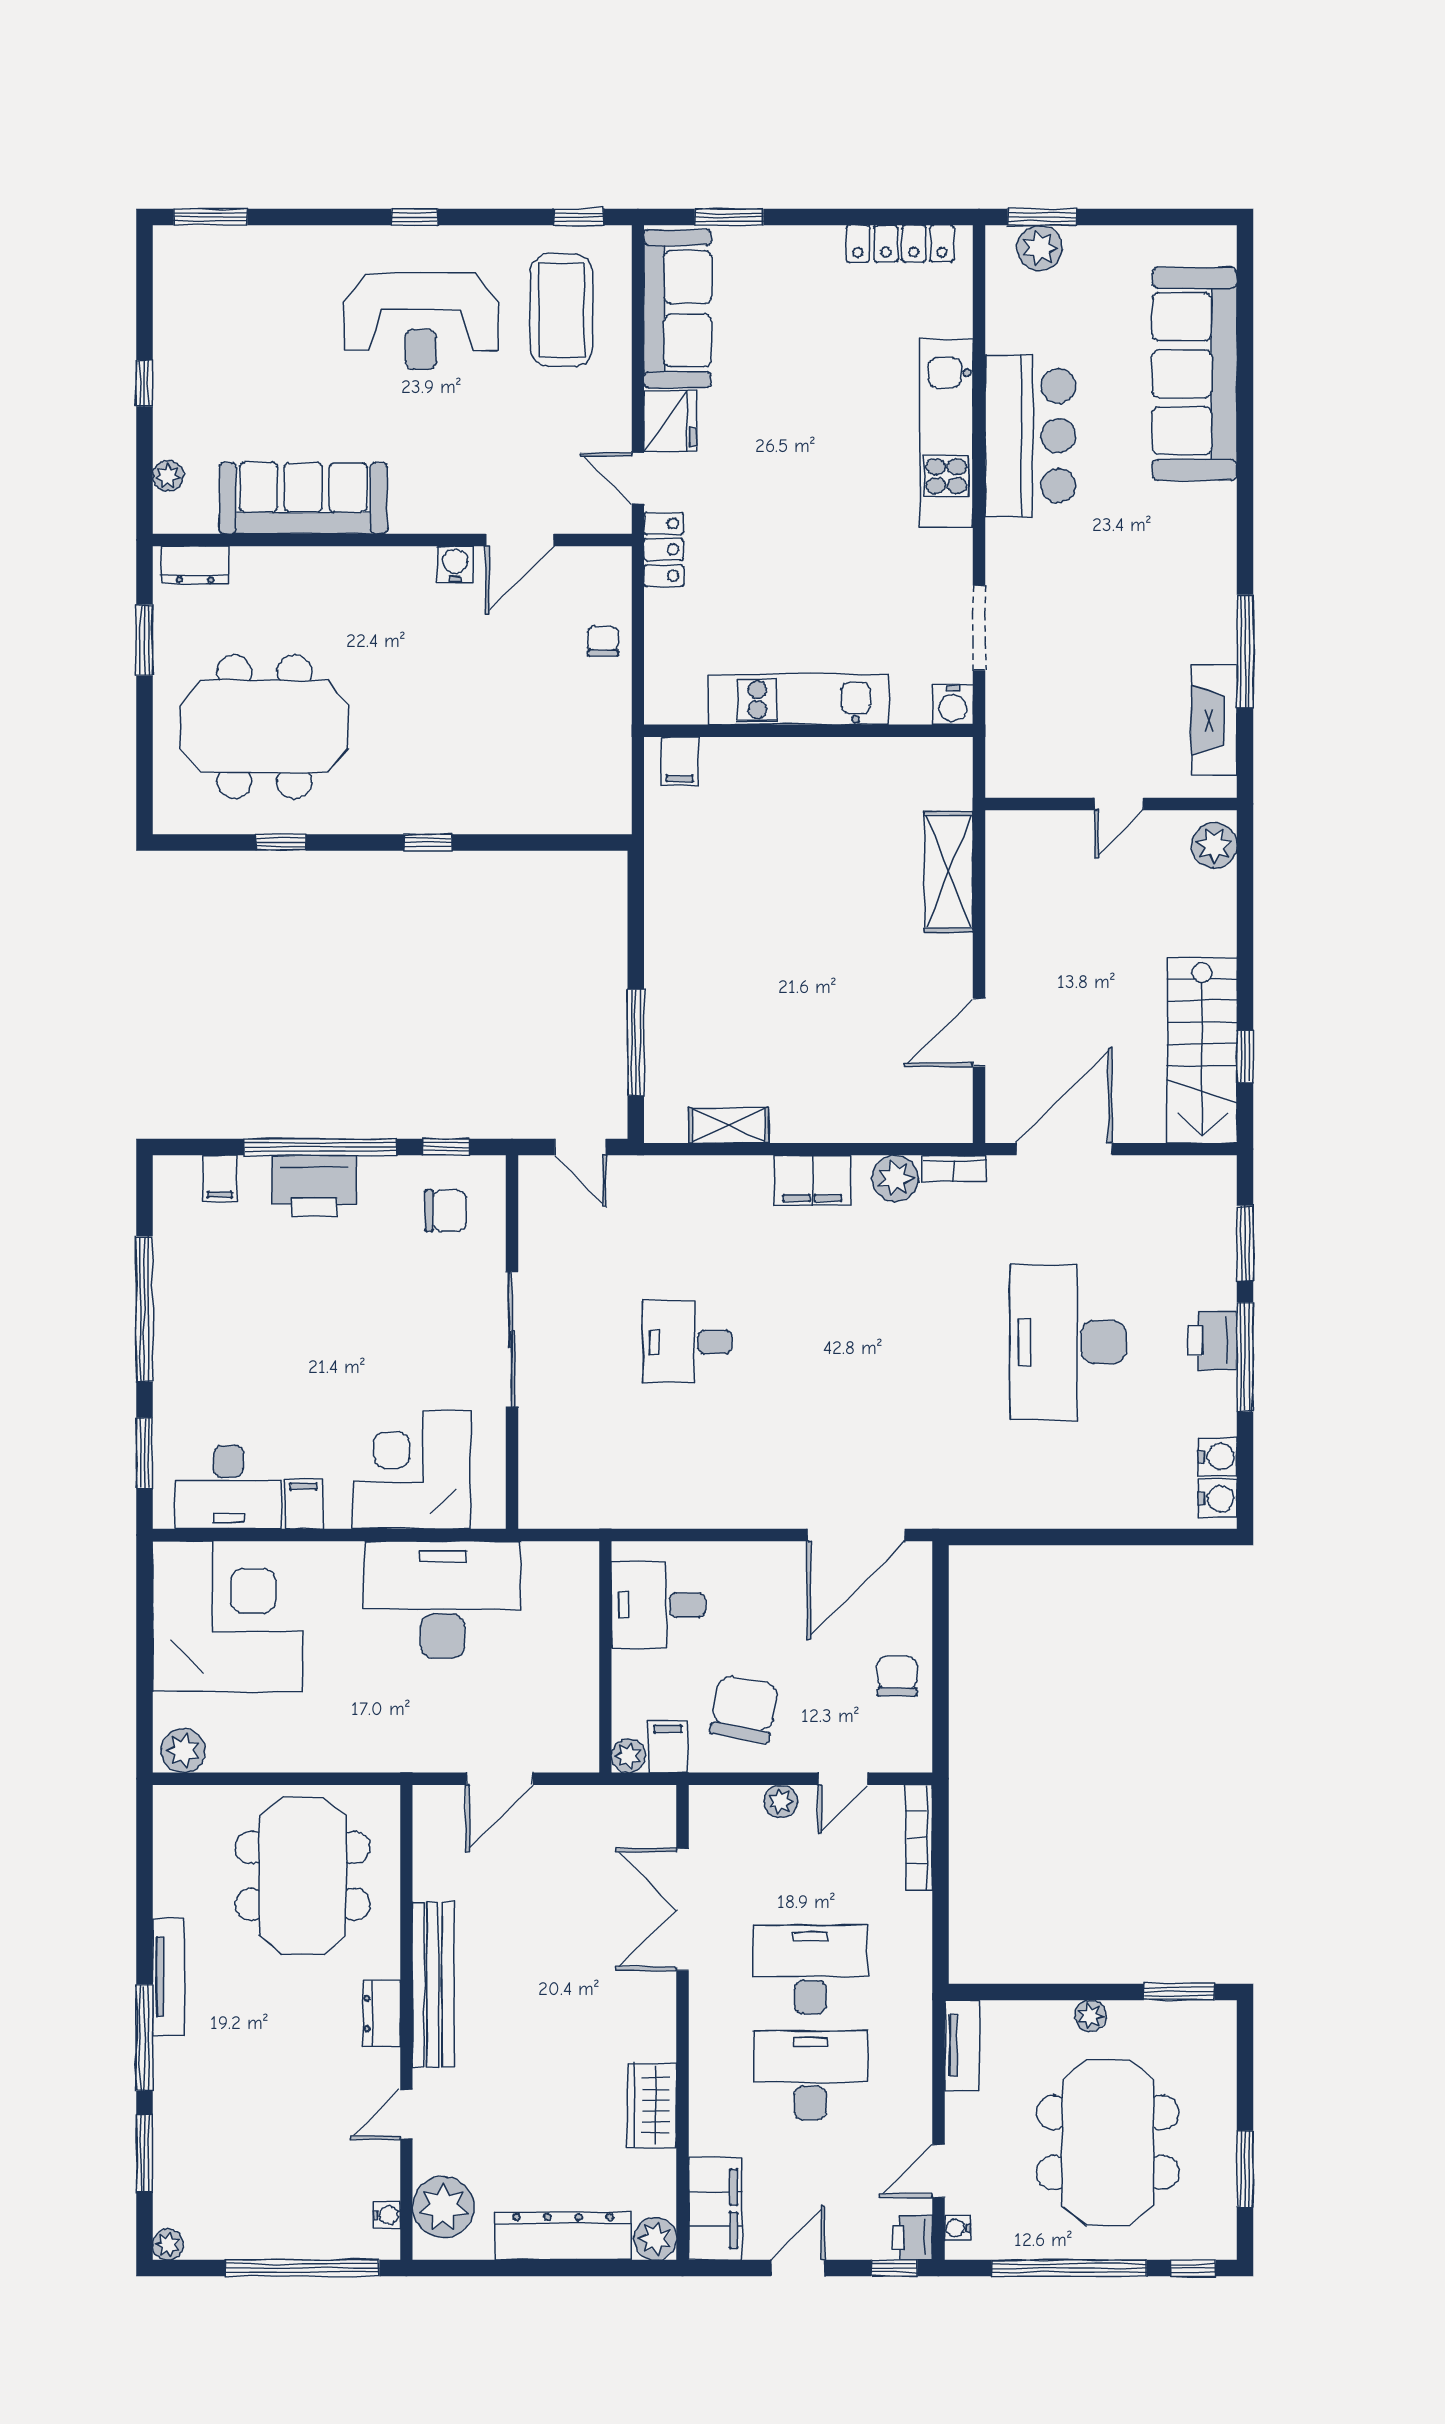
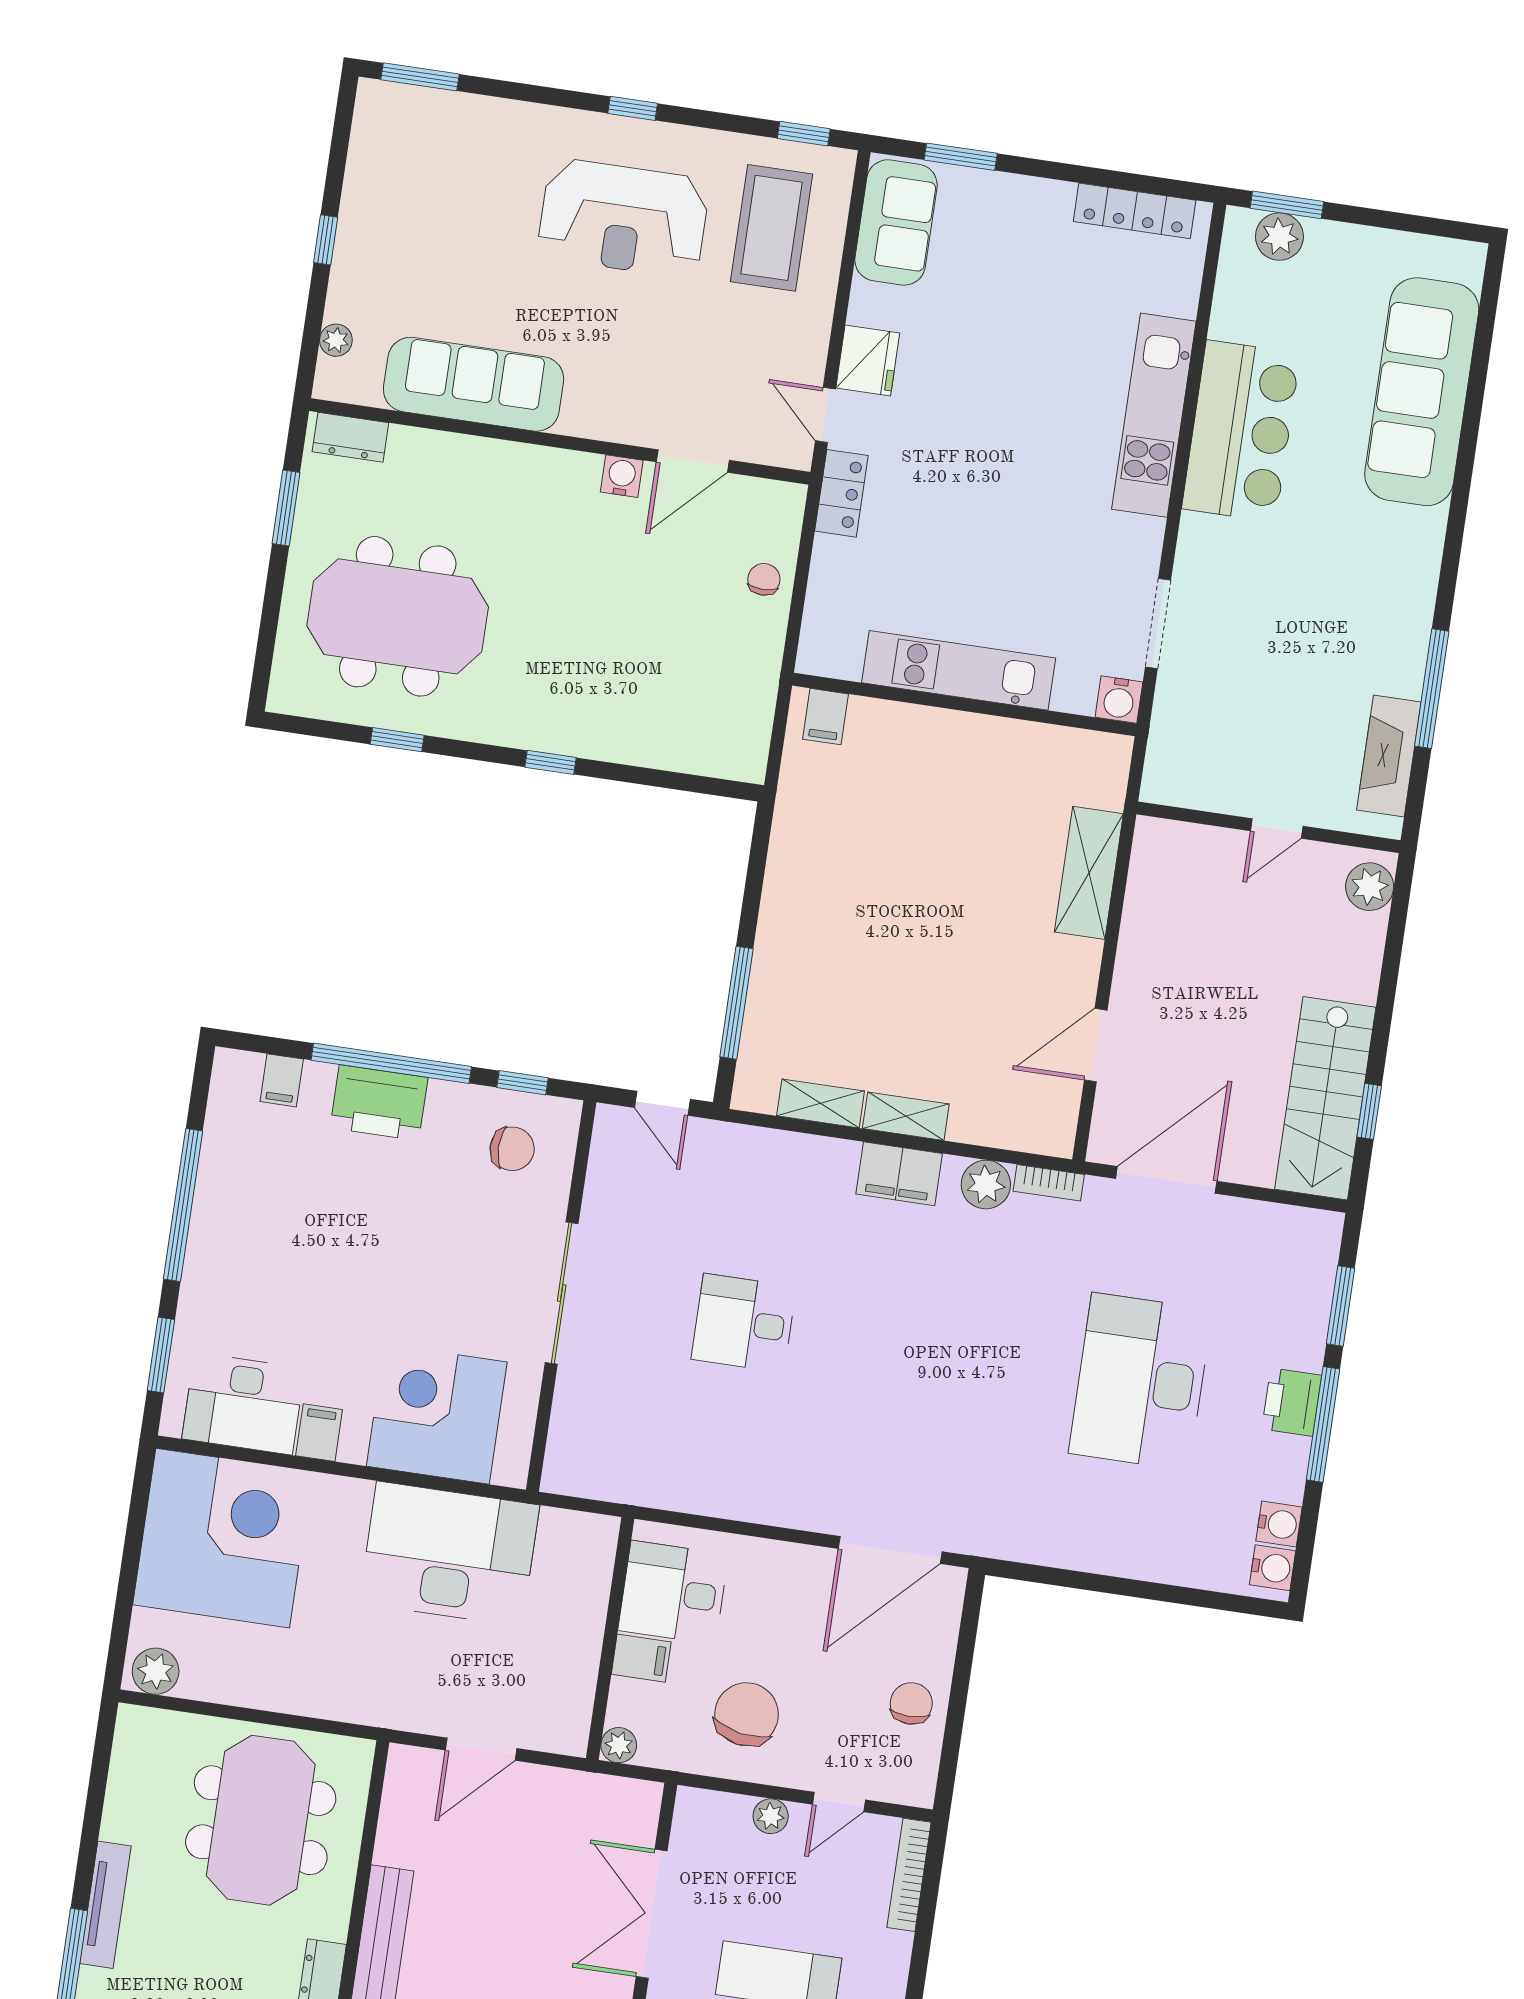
sofa: (678, 309) -> (896, 222), width x0.73
shelving: (811, 1125) -> (906, 1116), added
filing cabinet: (668, 1747) -> (641, 1658), moved, turned 90

